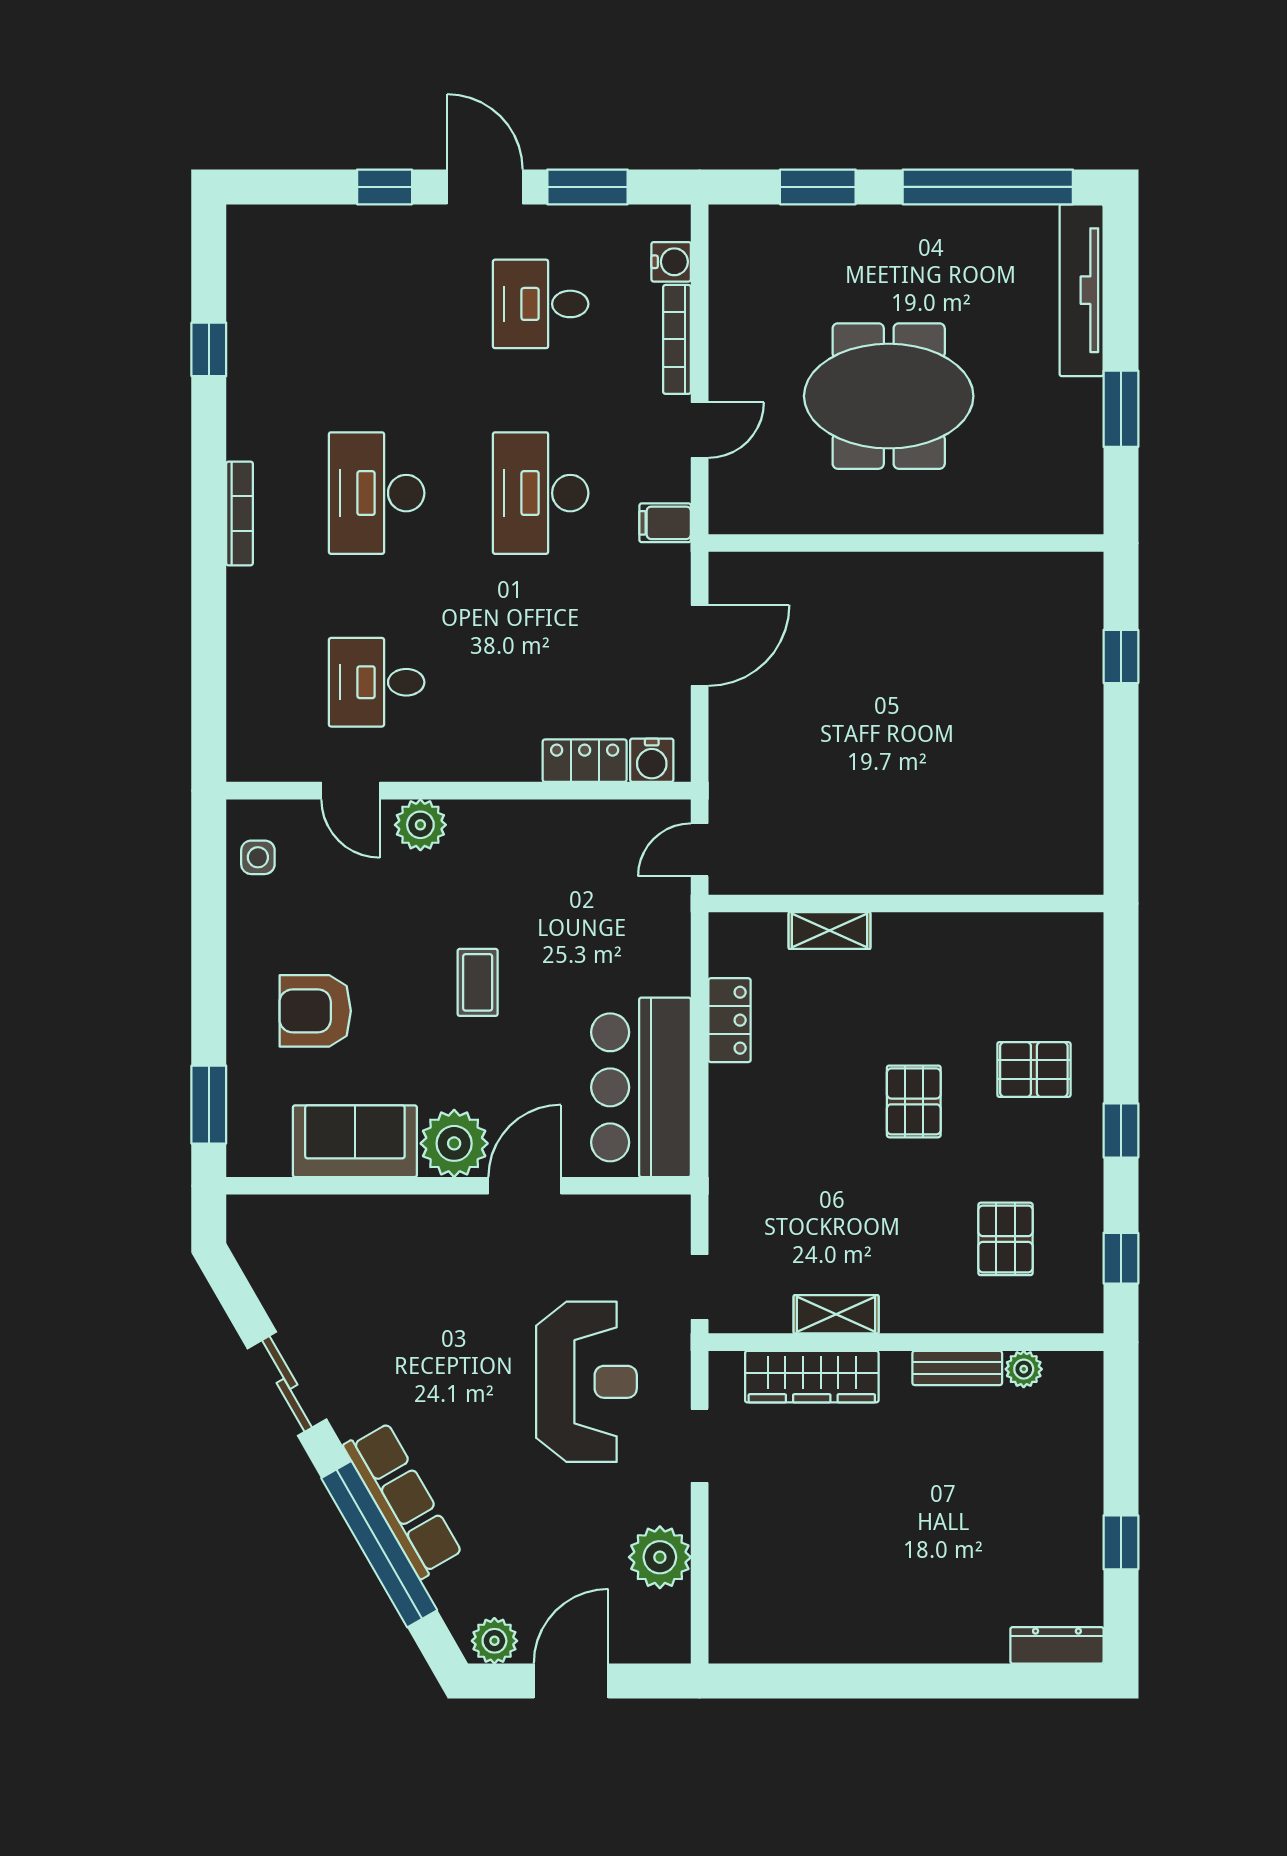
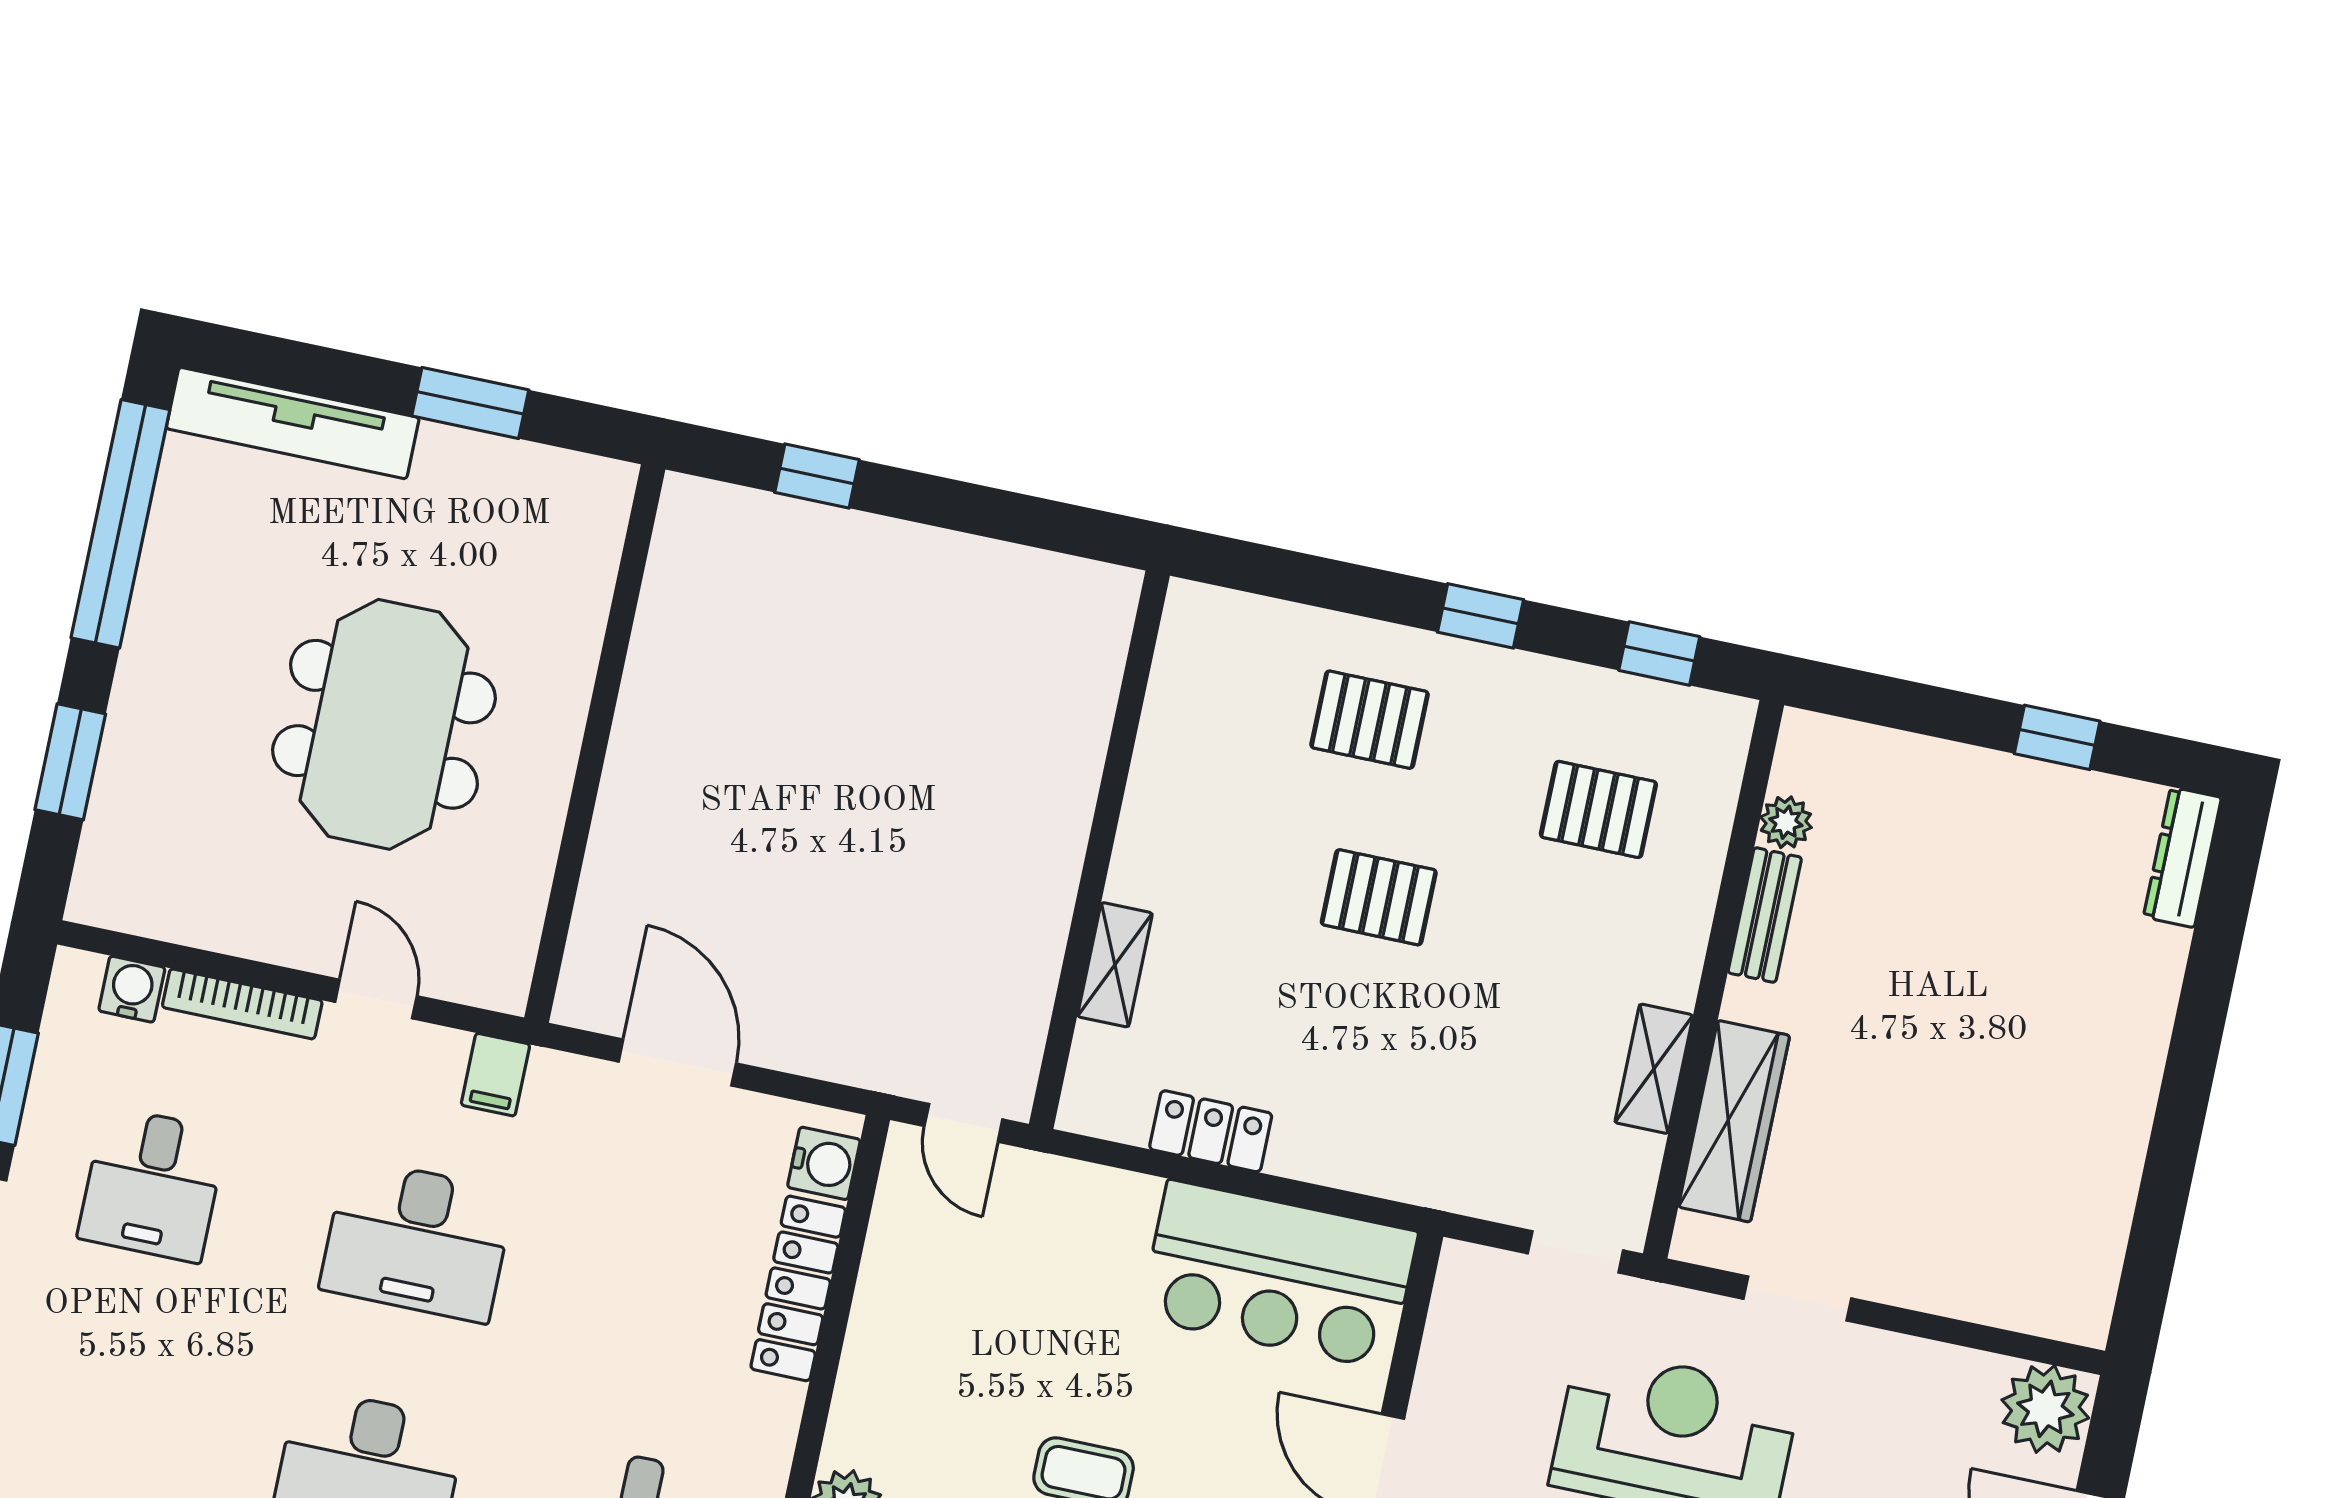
locker: (585, 761) -> (798, 1288), width x1.53
pallet: (1034, 1070) -> (1370, 720), turned 90
plant: (660, 1557) -> (2045, 1409), moved

